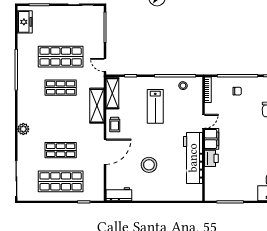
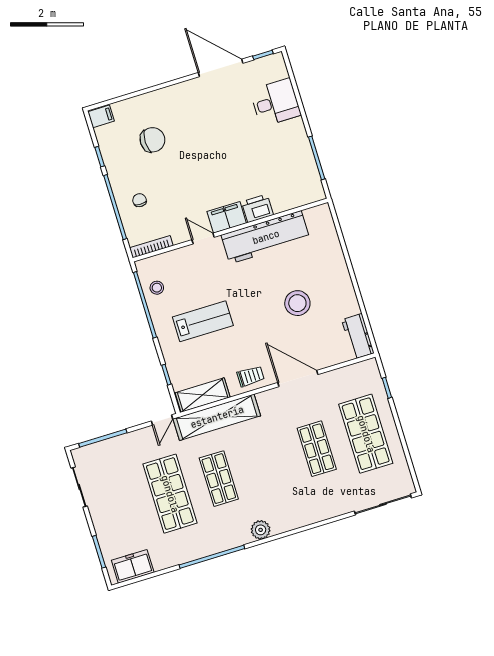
shelving: (97, 106) -> (217, 417), width x1.47
plant: (23, 129) -> (261, 530), moved

